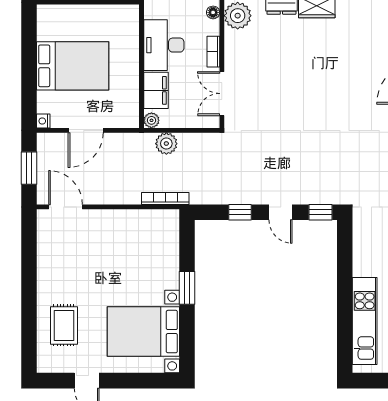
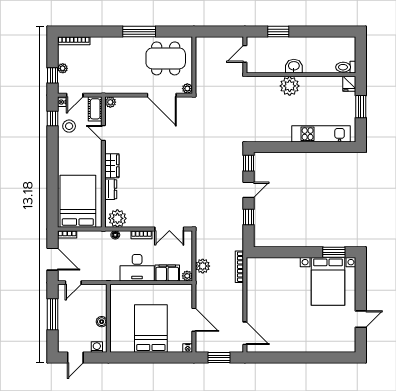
door: (66, 207) -> (245, 333), swing flipped
window: (187, 288) -> (334, 252), moved
rug: (64, 325) -> (324, 334), removed

